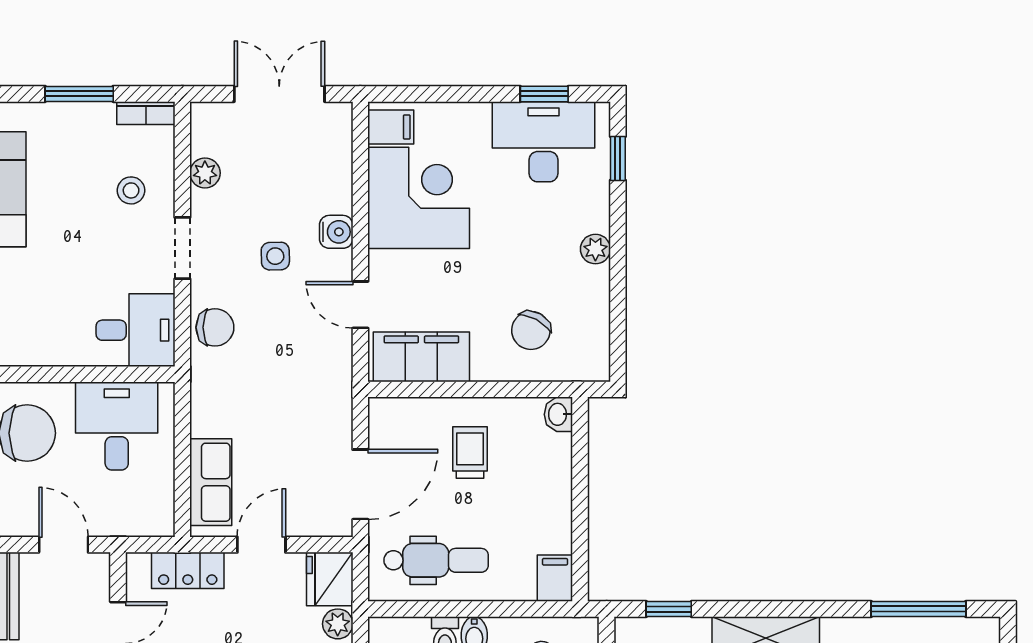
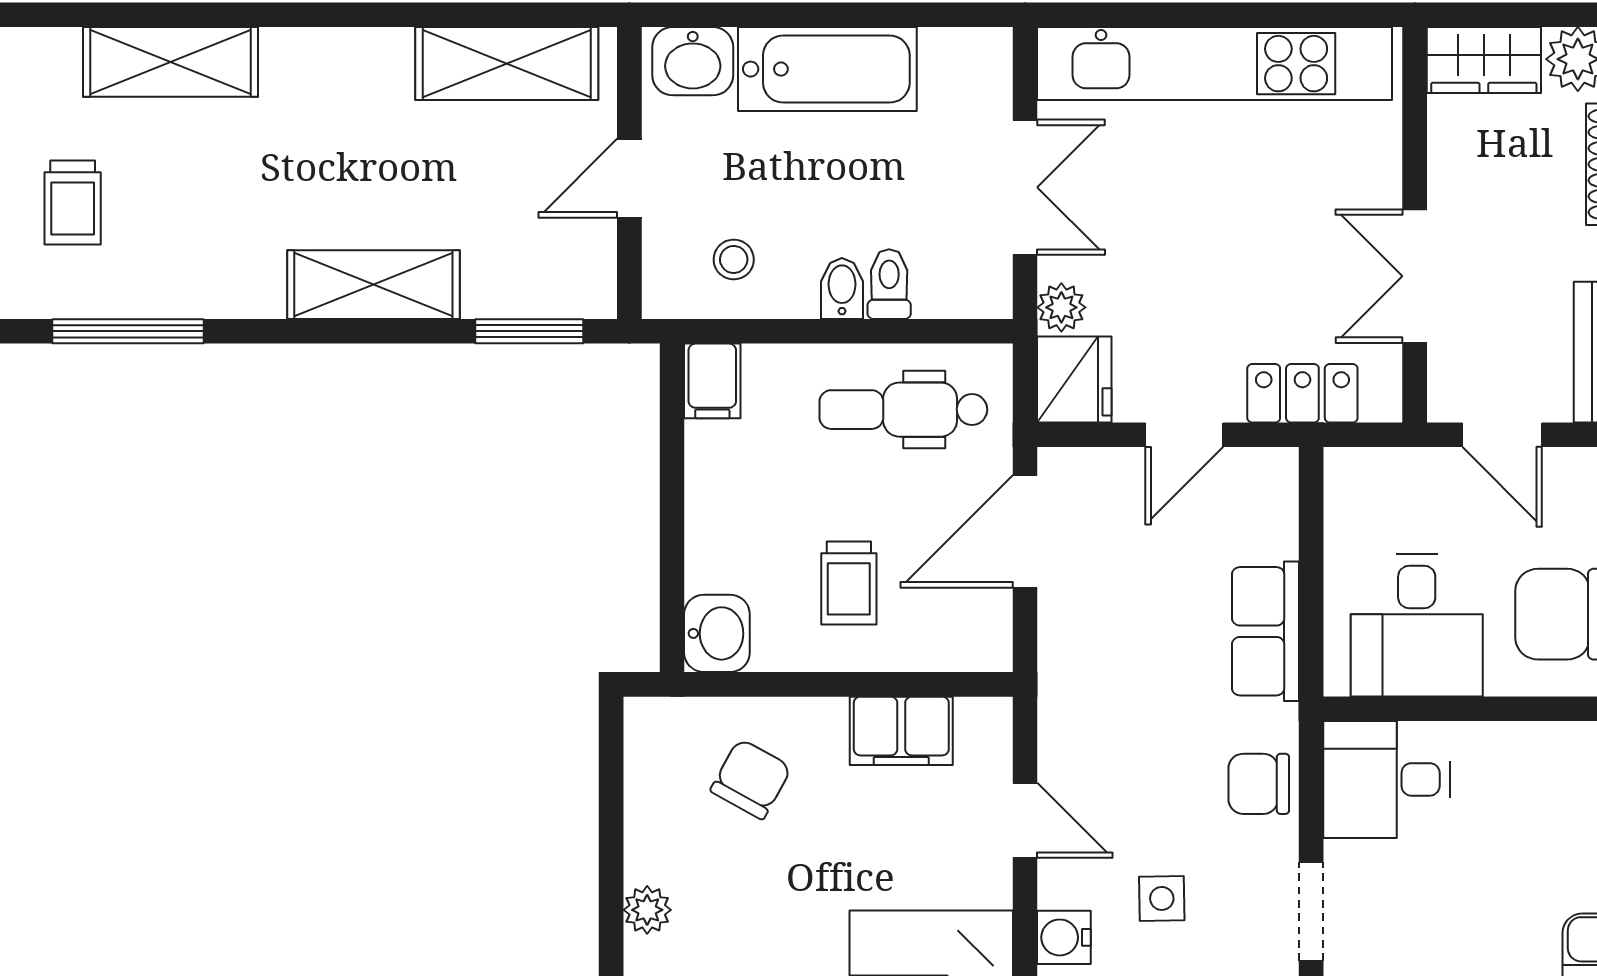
filing cabinet: (421, 357) -> (901, 731), width x0.67, depth x0.86
washbasin: (558, 414) -> (717, 633), width x1.38, depth x1.45
row of seats: (211, 482) -> (1266, 631), moved
window: (669, 609) -> (529, 331), width x1.50

